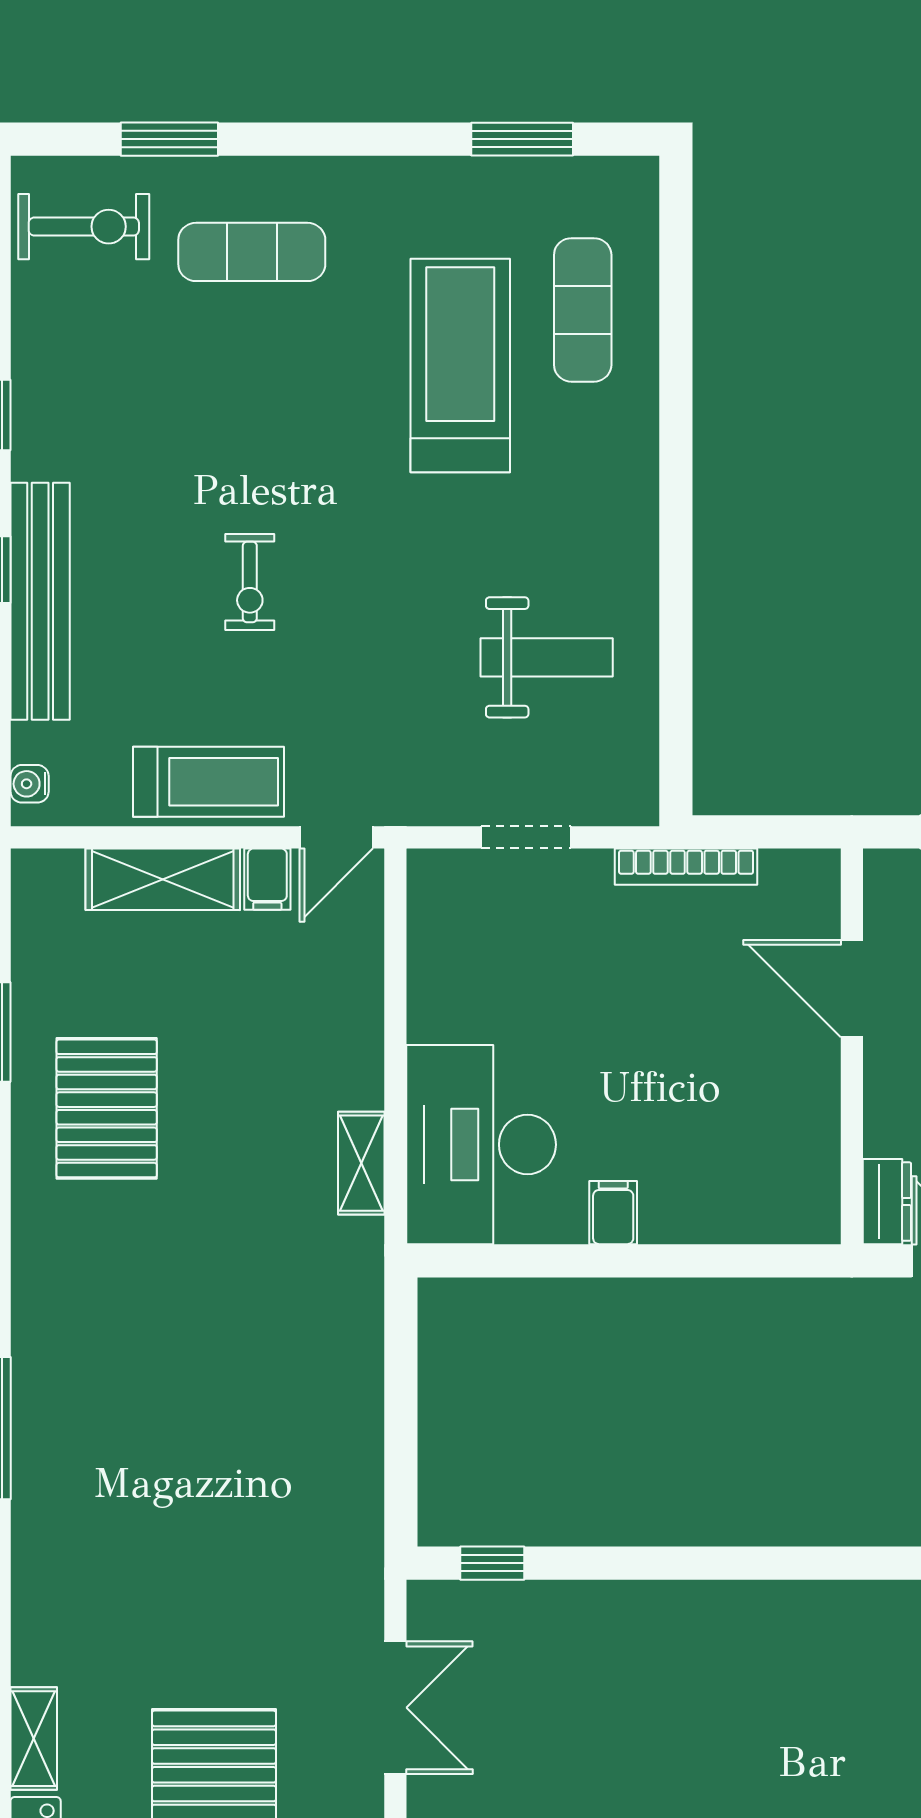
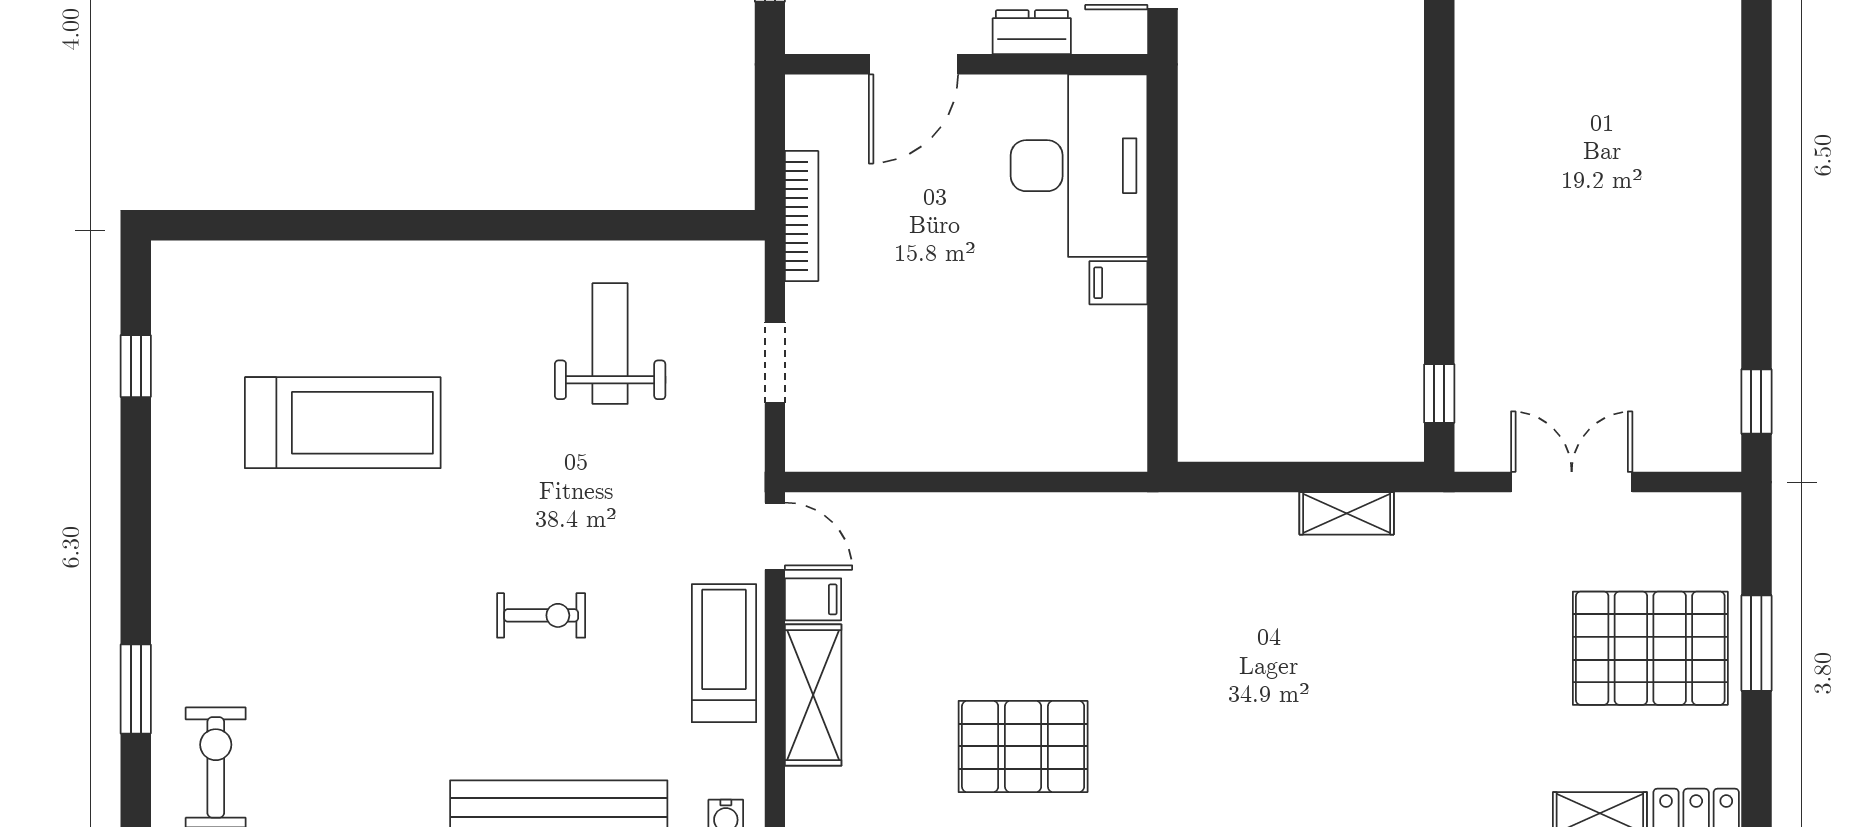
window: (522, 139) -> (136, 366), width x0.67
exercise mat: (252, 252) -> (239, 614), removed
exercise mat: (583, 310) -> (292, 311), removed
treadmill: (460, 365) -> (343, 423), turned 180
desk: (481, 1145) -> (1079, 166), moved, turned -90
shelving: (361, 1163) -> (1347, 513), moved
dresser: (887, 1202) -> (1032, 32), moved

